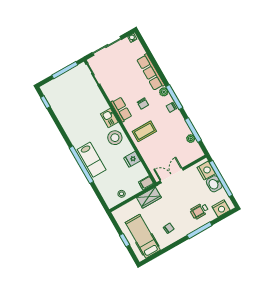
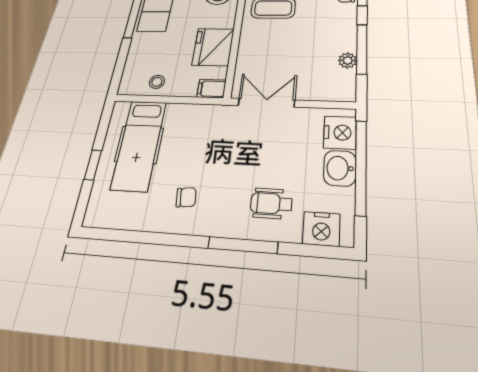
fridge: (132, 159) -> (213, 47), width x1.88, depth x1.34
wardrobe: (149, 198) -> (196, 116), removed
hospital bed: (143, 236) -> (139, 145), moved, turned 180

